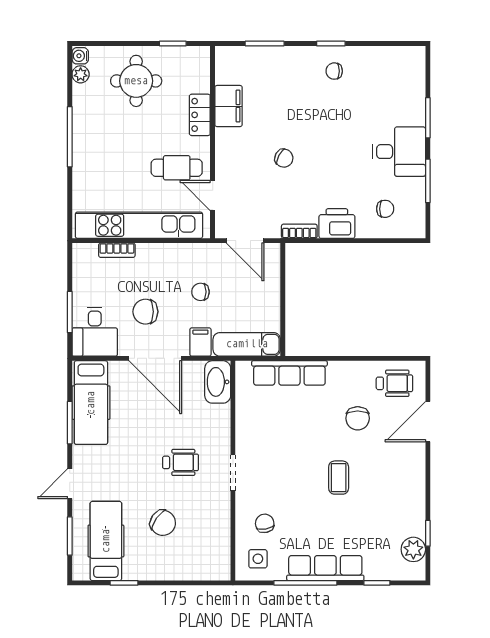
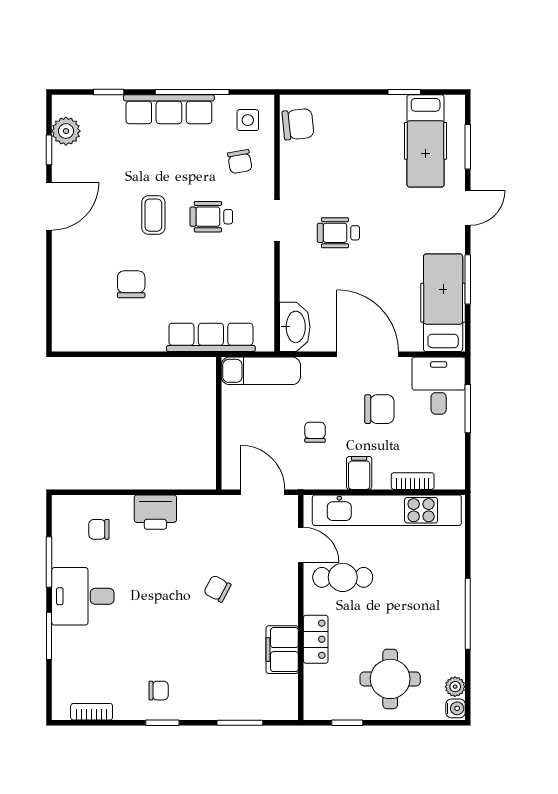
bookcase: (299, 231) -> (92, 712), moved, turned 180
chair: (200, 292) -> (315, 432), turned -90
filing cabinet: (200, 342) -> (359, 473), moved, turned 180
wheelchair: (394, 383) -> (211, 217), moved
door: (428, 422) -> (49, 206), moved
chair: (163, 523) -> (298, 124), moved, turned 139

